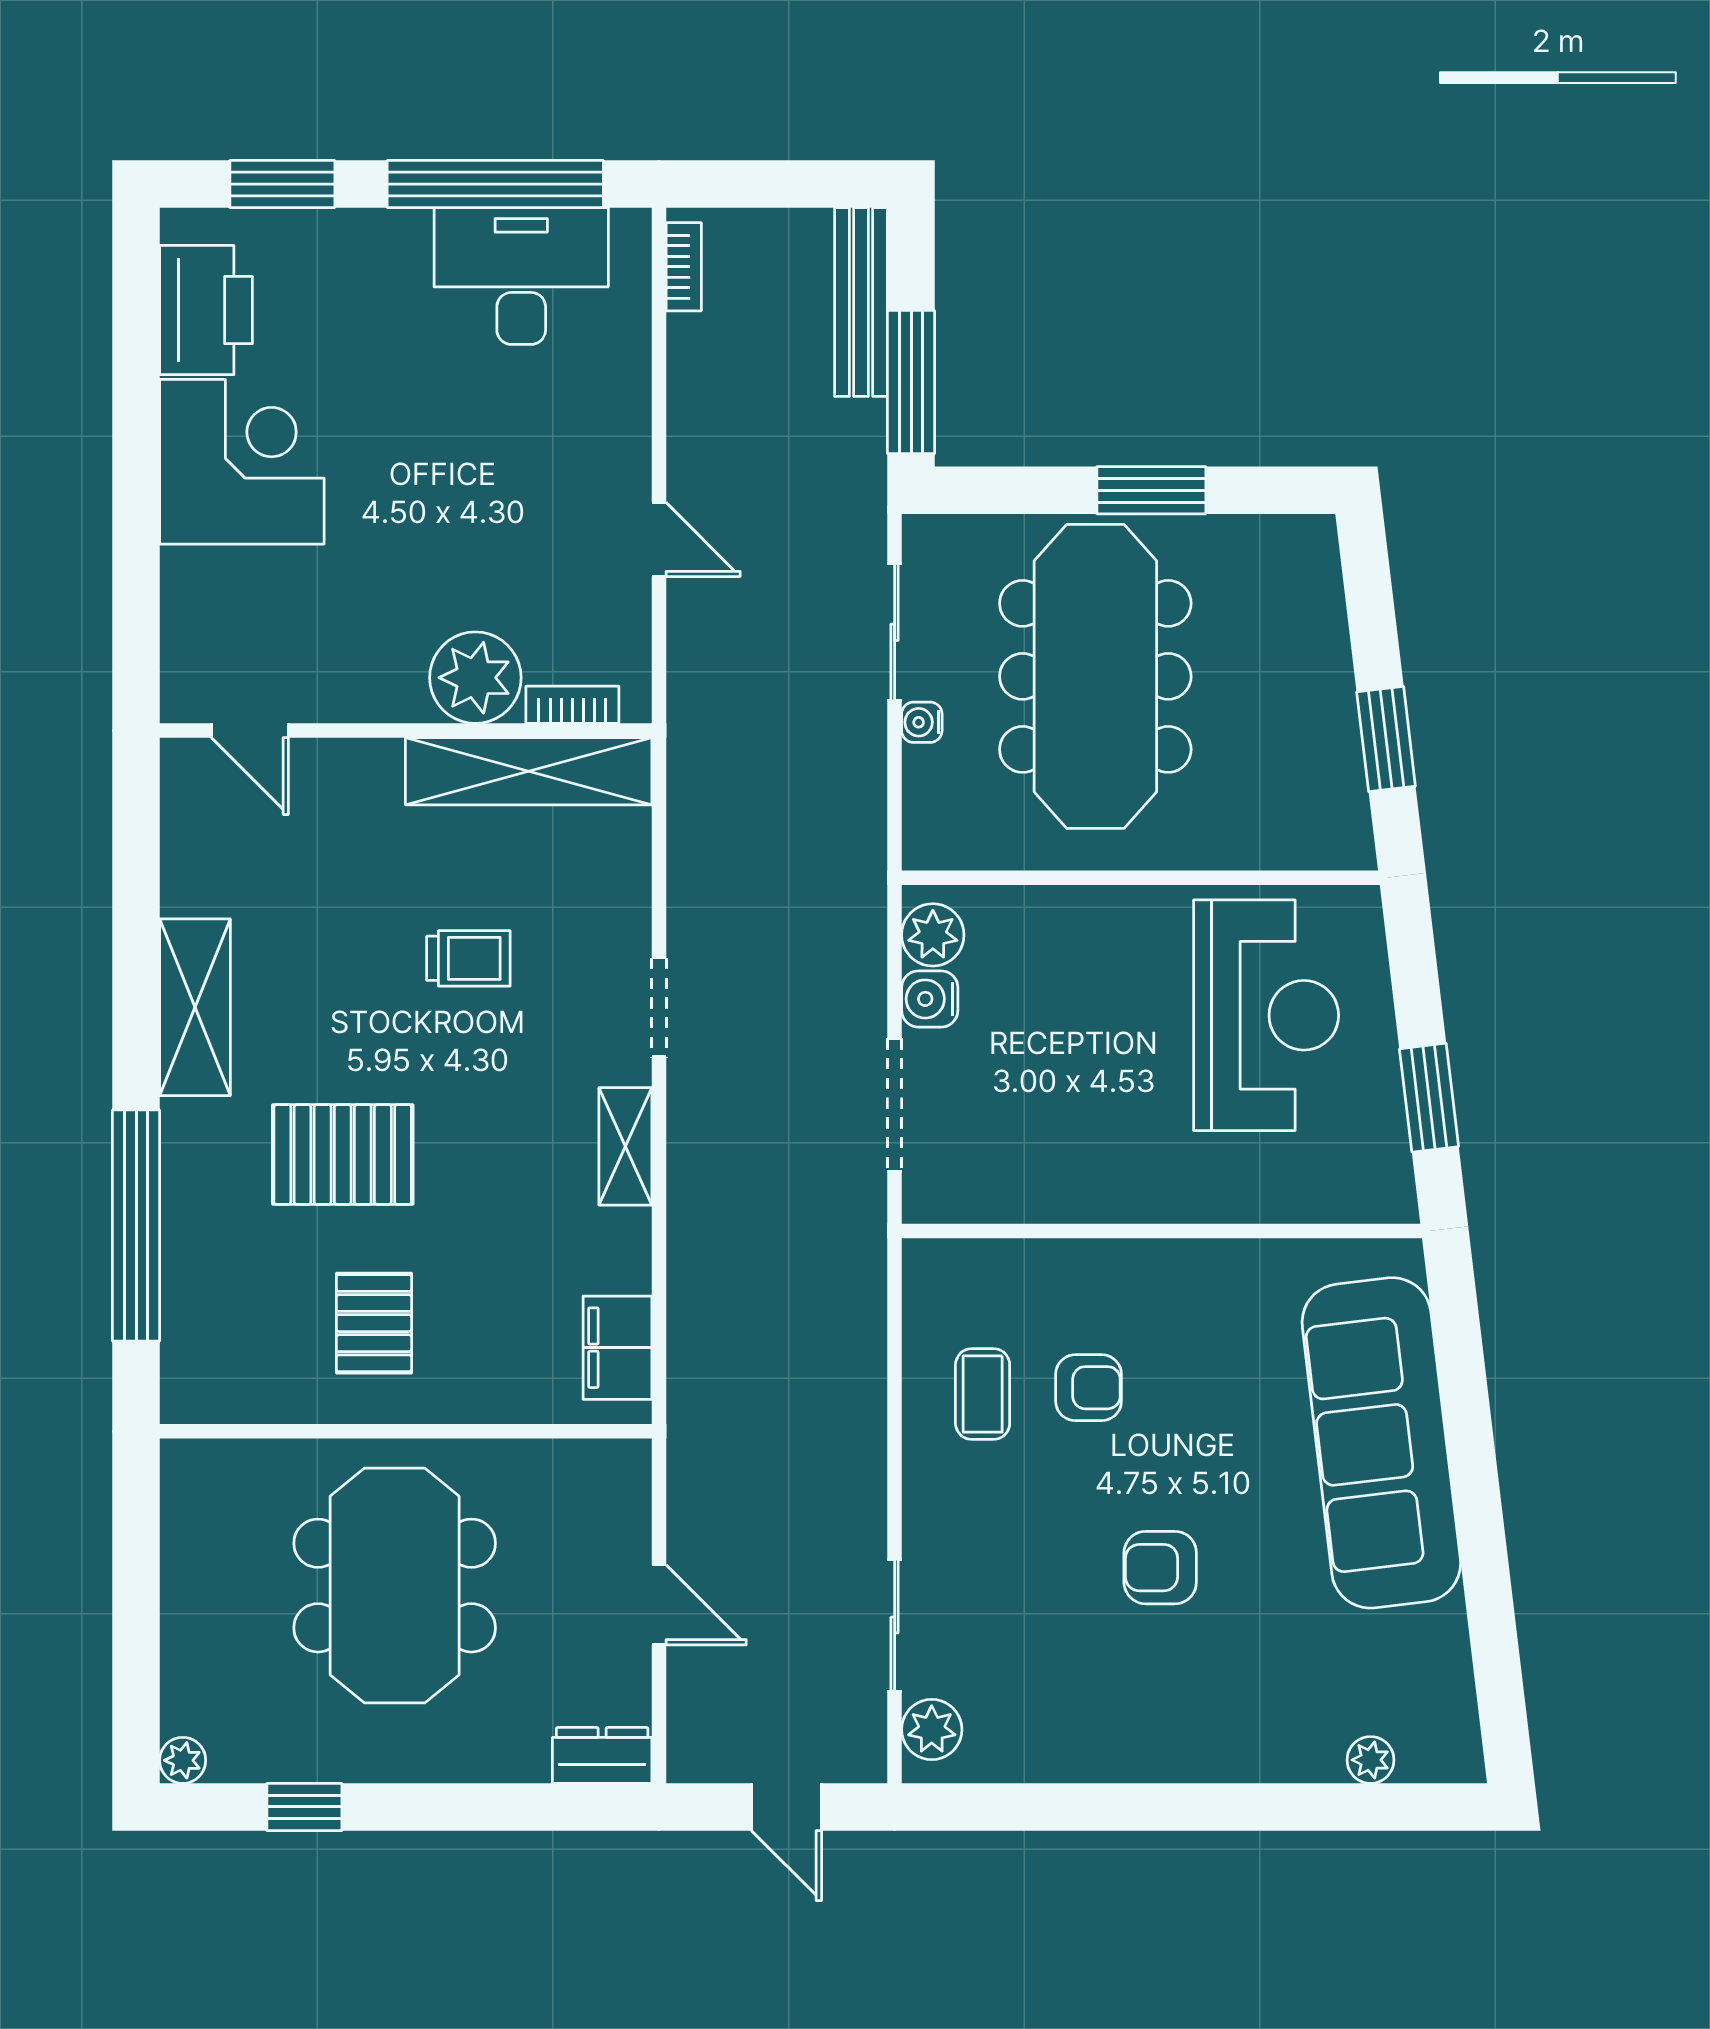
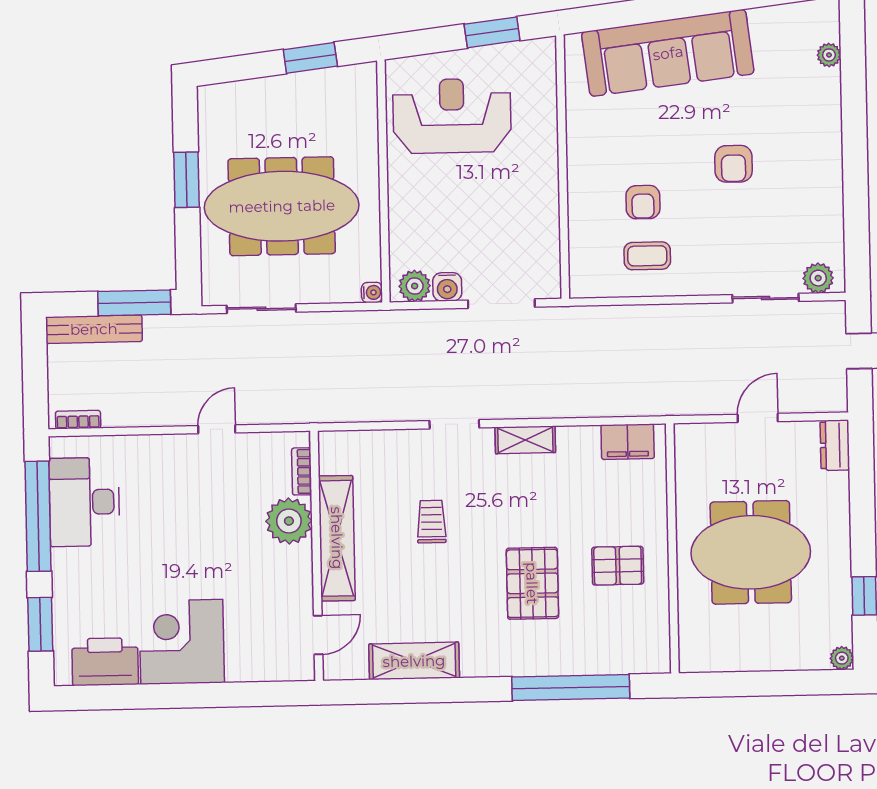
water cooler: (922, 722) -> (372, 292), moved, turned -90
shelving: (529, 771) -> (337, 538), moved
shelving: (195, 1007) -> (414, 661), moved
armchair: (1089, 1388) -> (643, 202), turned 180

